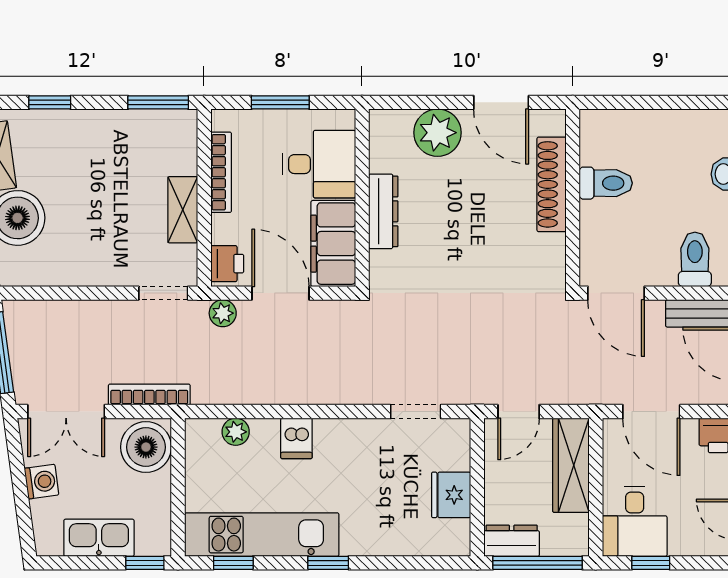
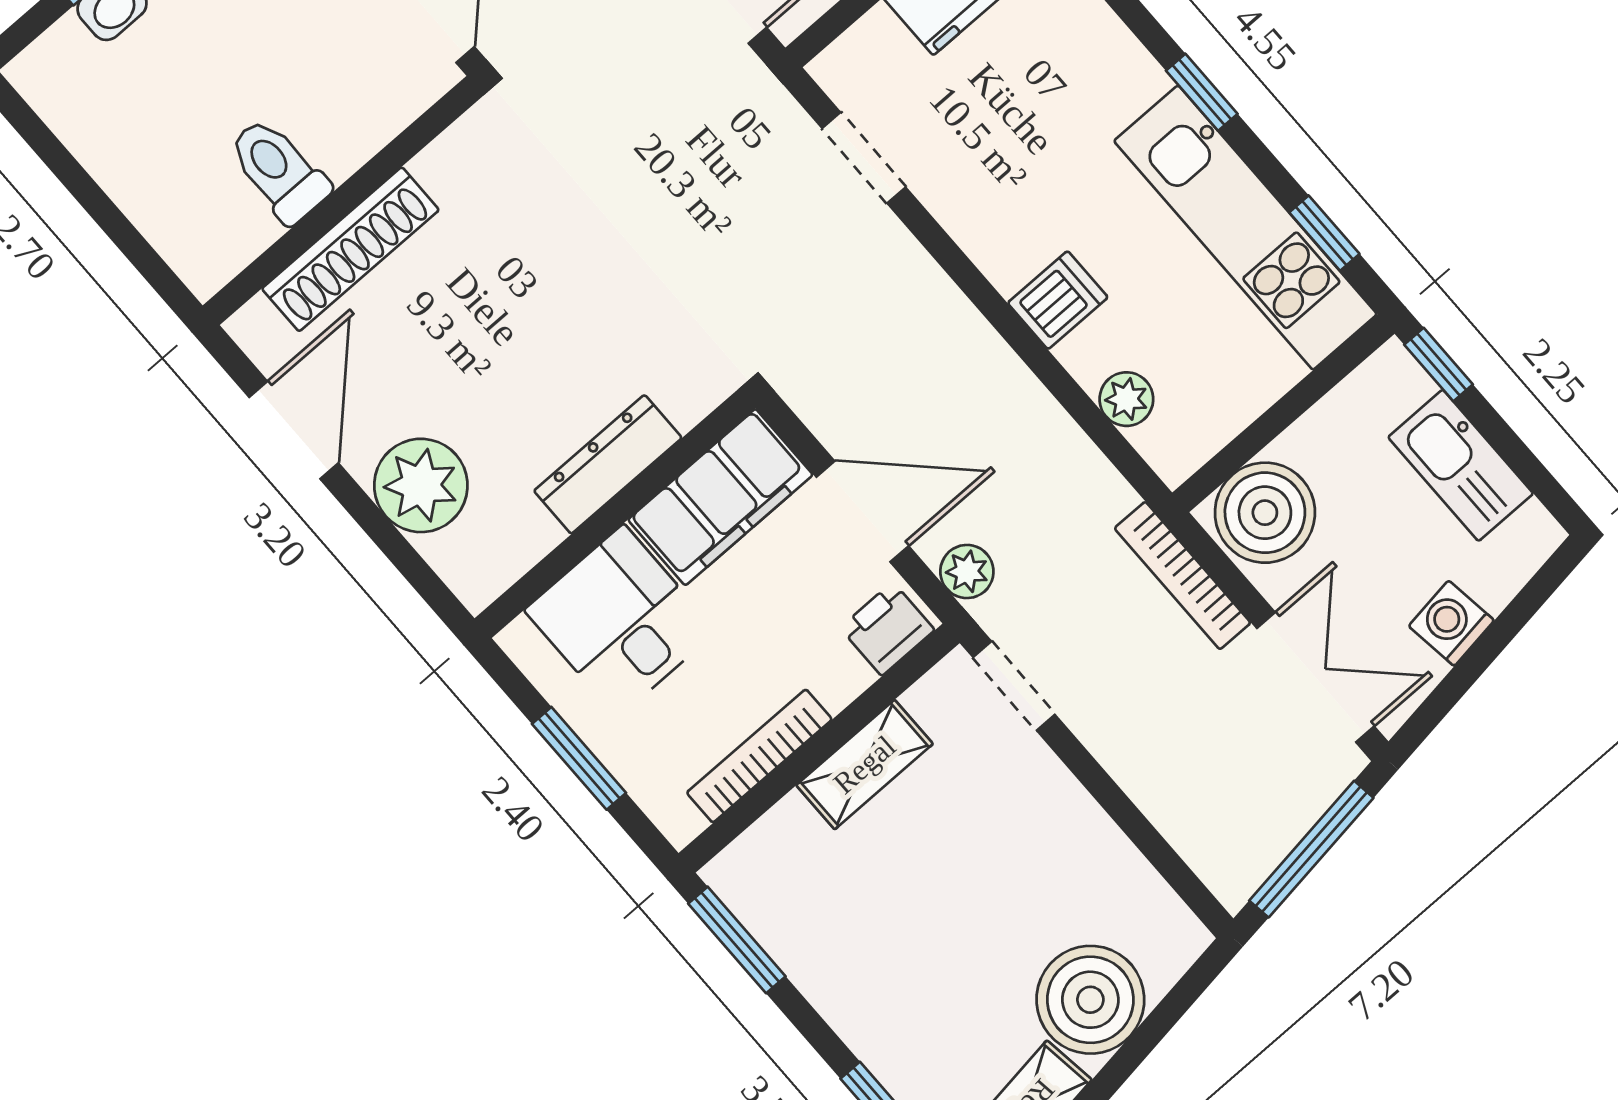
door: (280, 293) -> (862, 512), swing flipped

